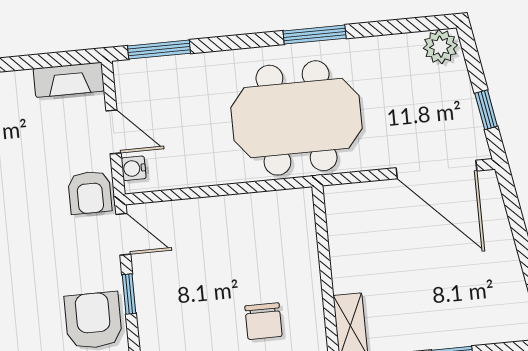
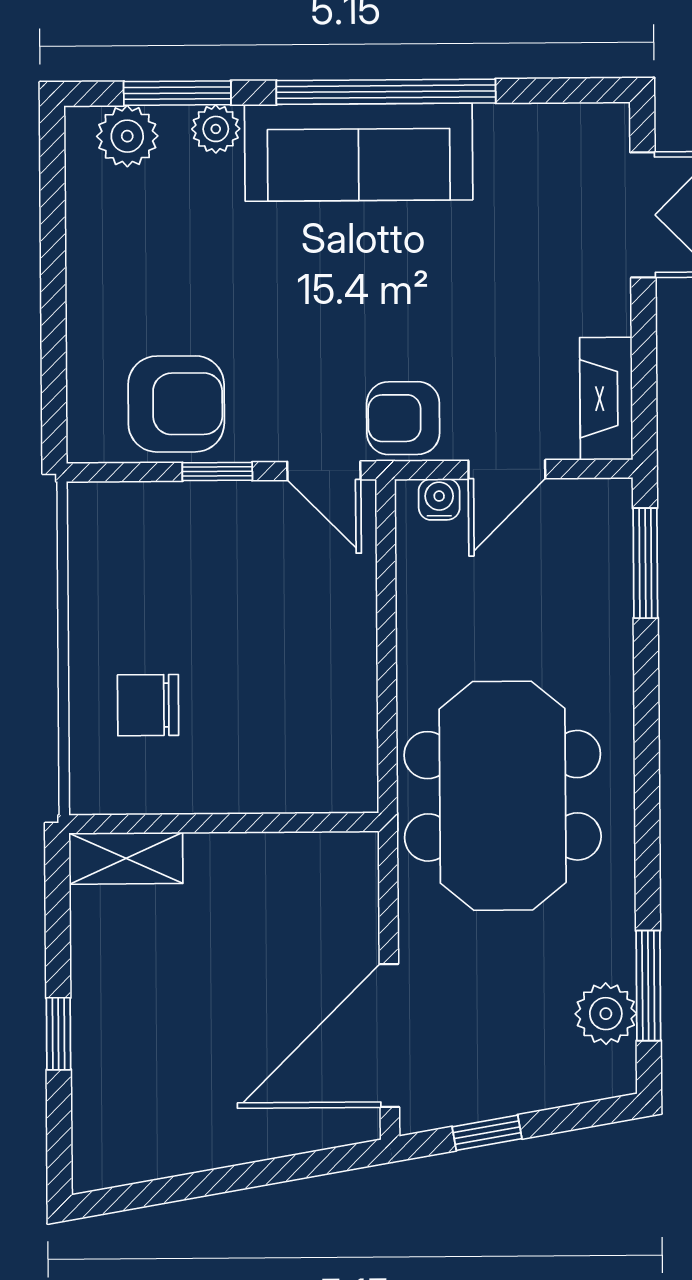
window: (315, 35) -> (648, 986), moved
plant: (440, 47) -> (606, 1014), moved
door: (123, 234) -> (324, 471), hinge flipped

